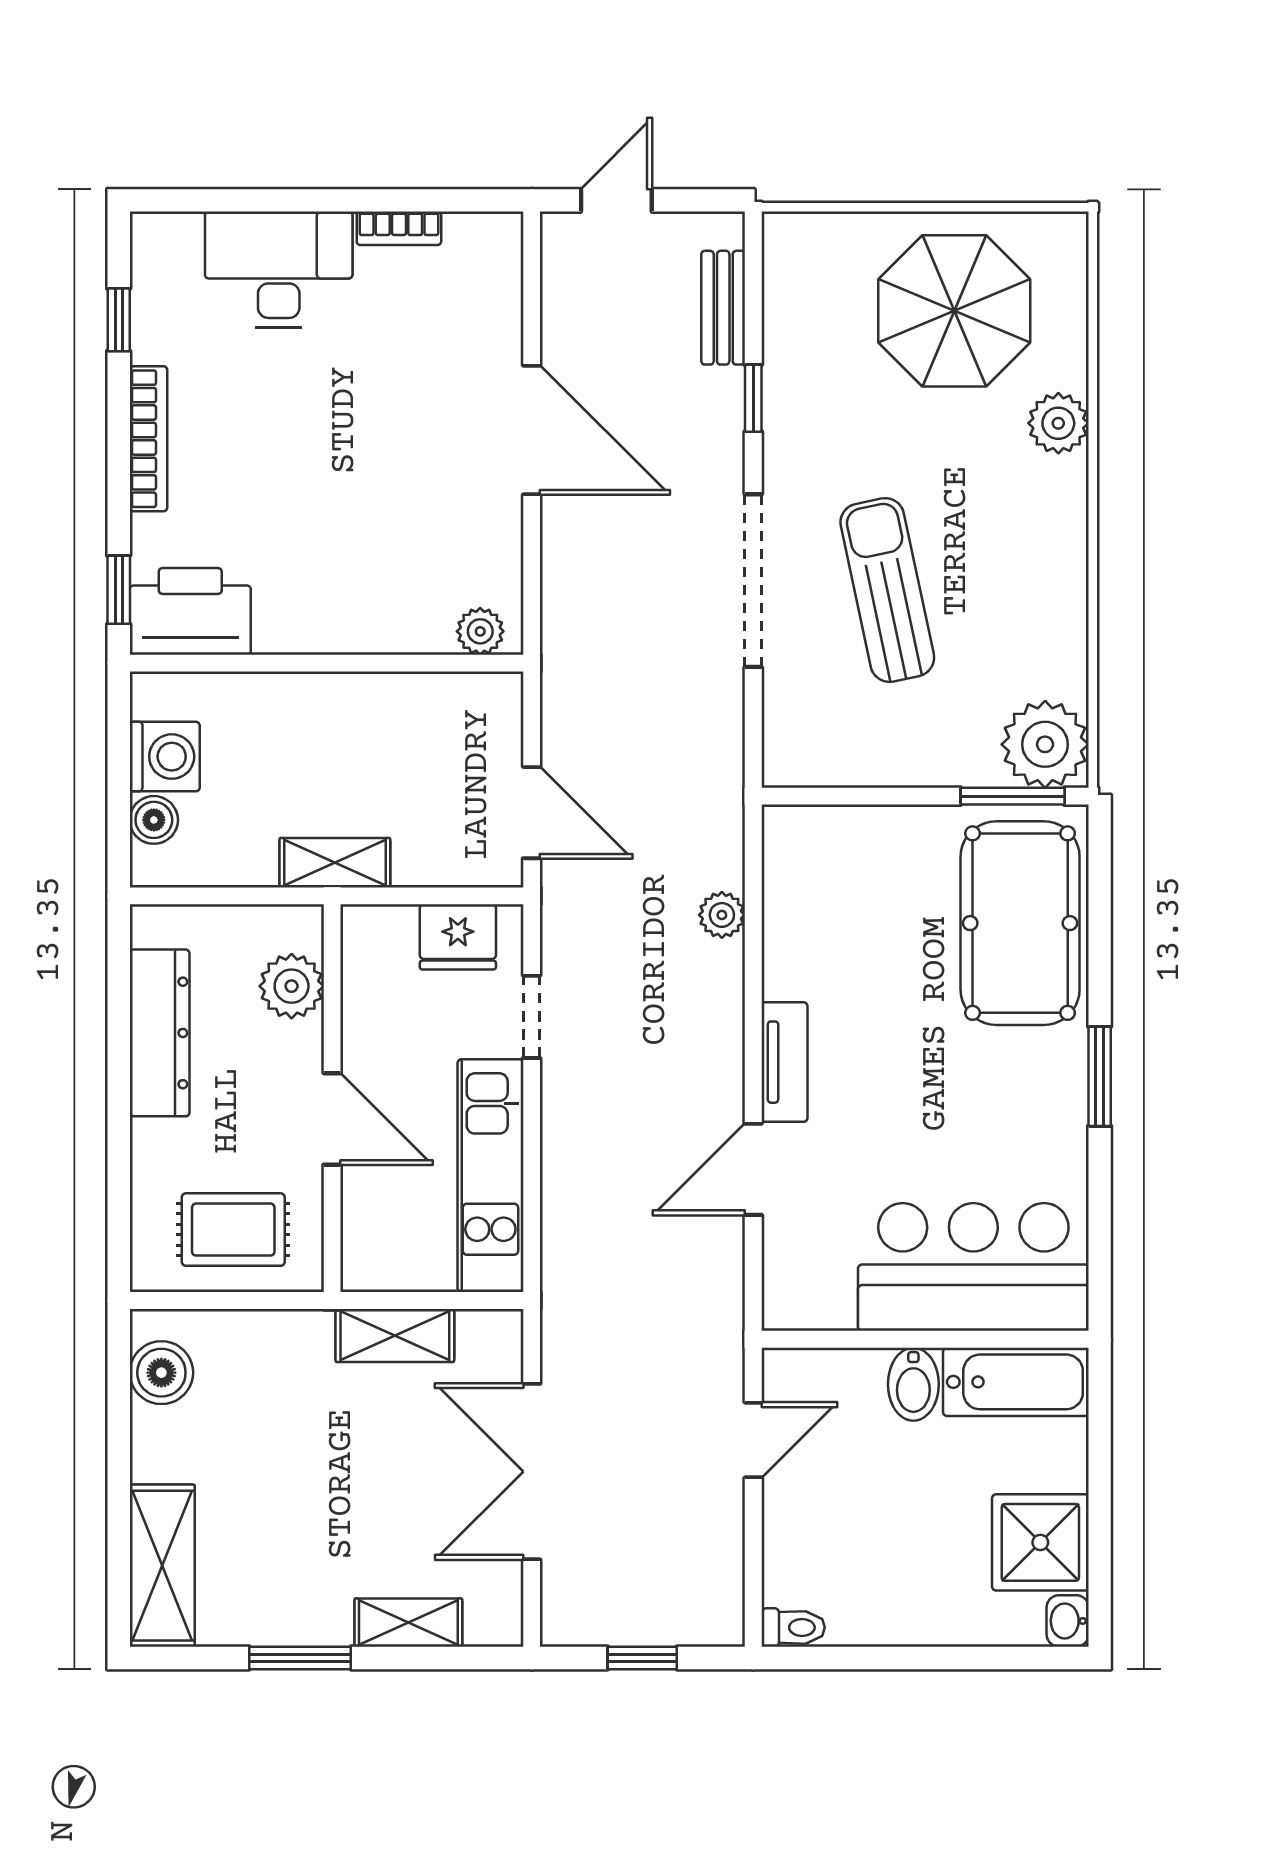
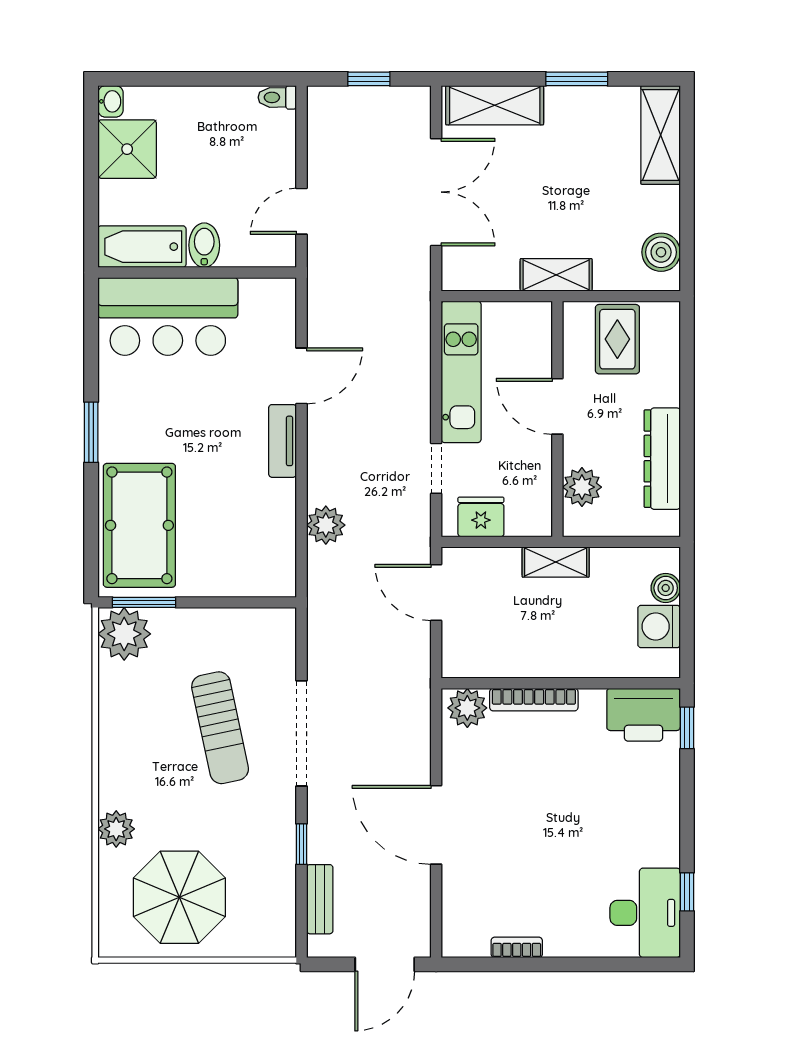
door: (616, 200) -> (385, 964), width x1.38
desk: (279, 269) -> (645, 913), moved, turned -90
bookcase: (148, 439) -> (534, 700), moved, turned -90
plant: (480, 631) -> (467, 708), width x1.38, depth x1.38
plant: (722, 915) -> (326, 525), width x1.38, depth x1.38
rug: (233, 1230) -> (617, 339), turned 90
shelving: (395, 1335) -> (556, 275), moved
shelving: (408, 1623) -> (495, 105), width x1.50, depth x1.33

